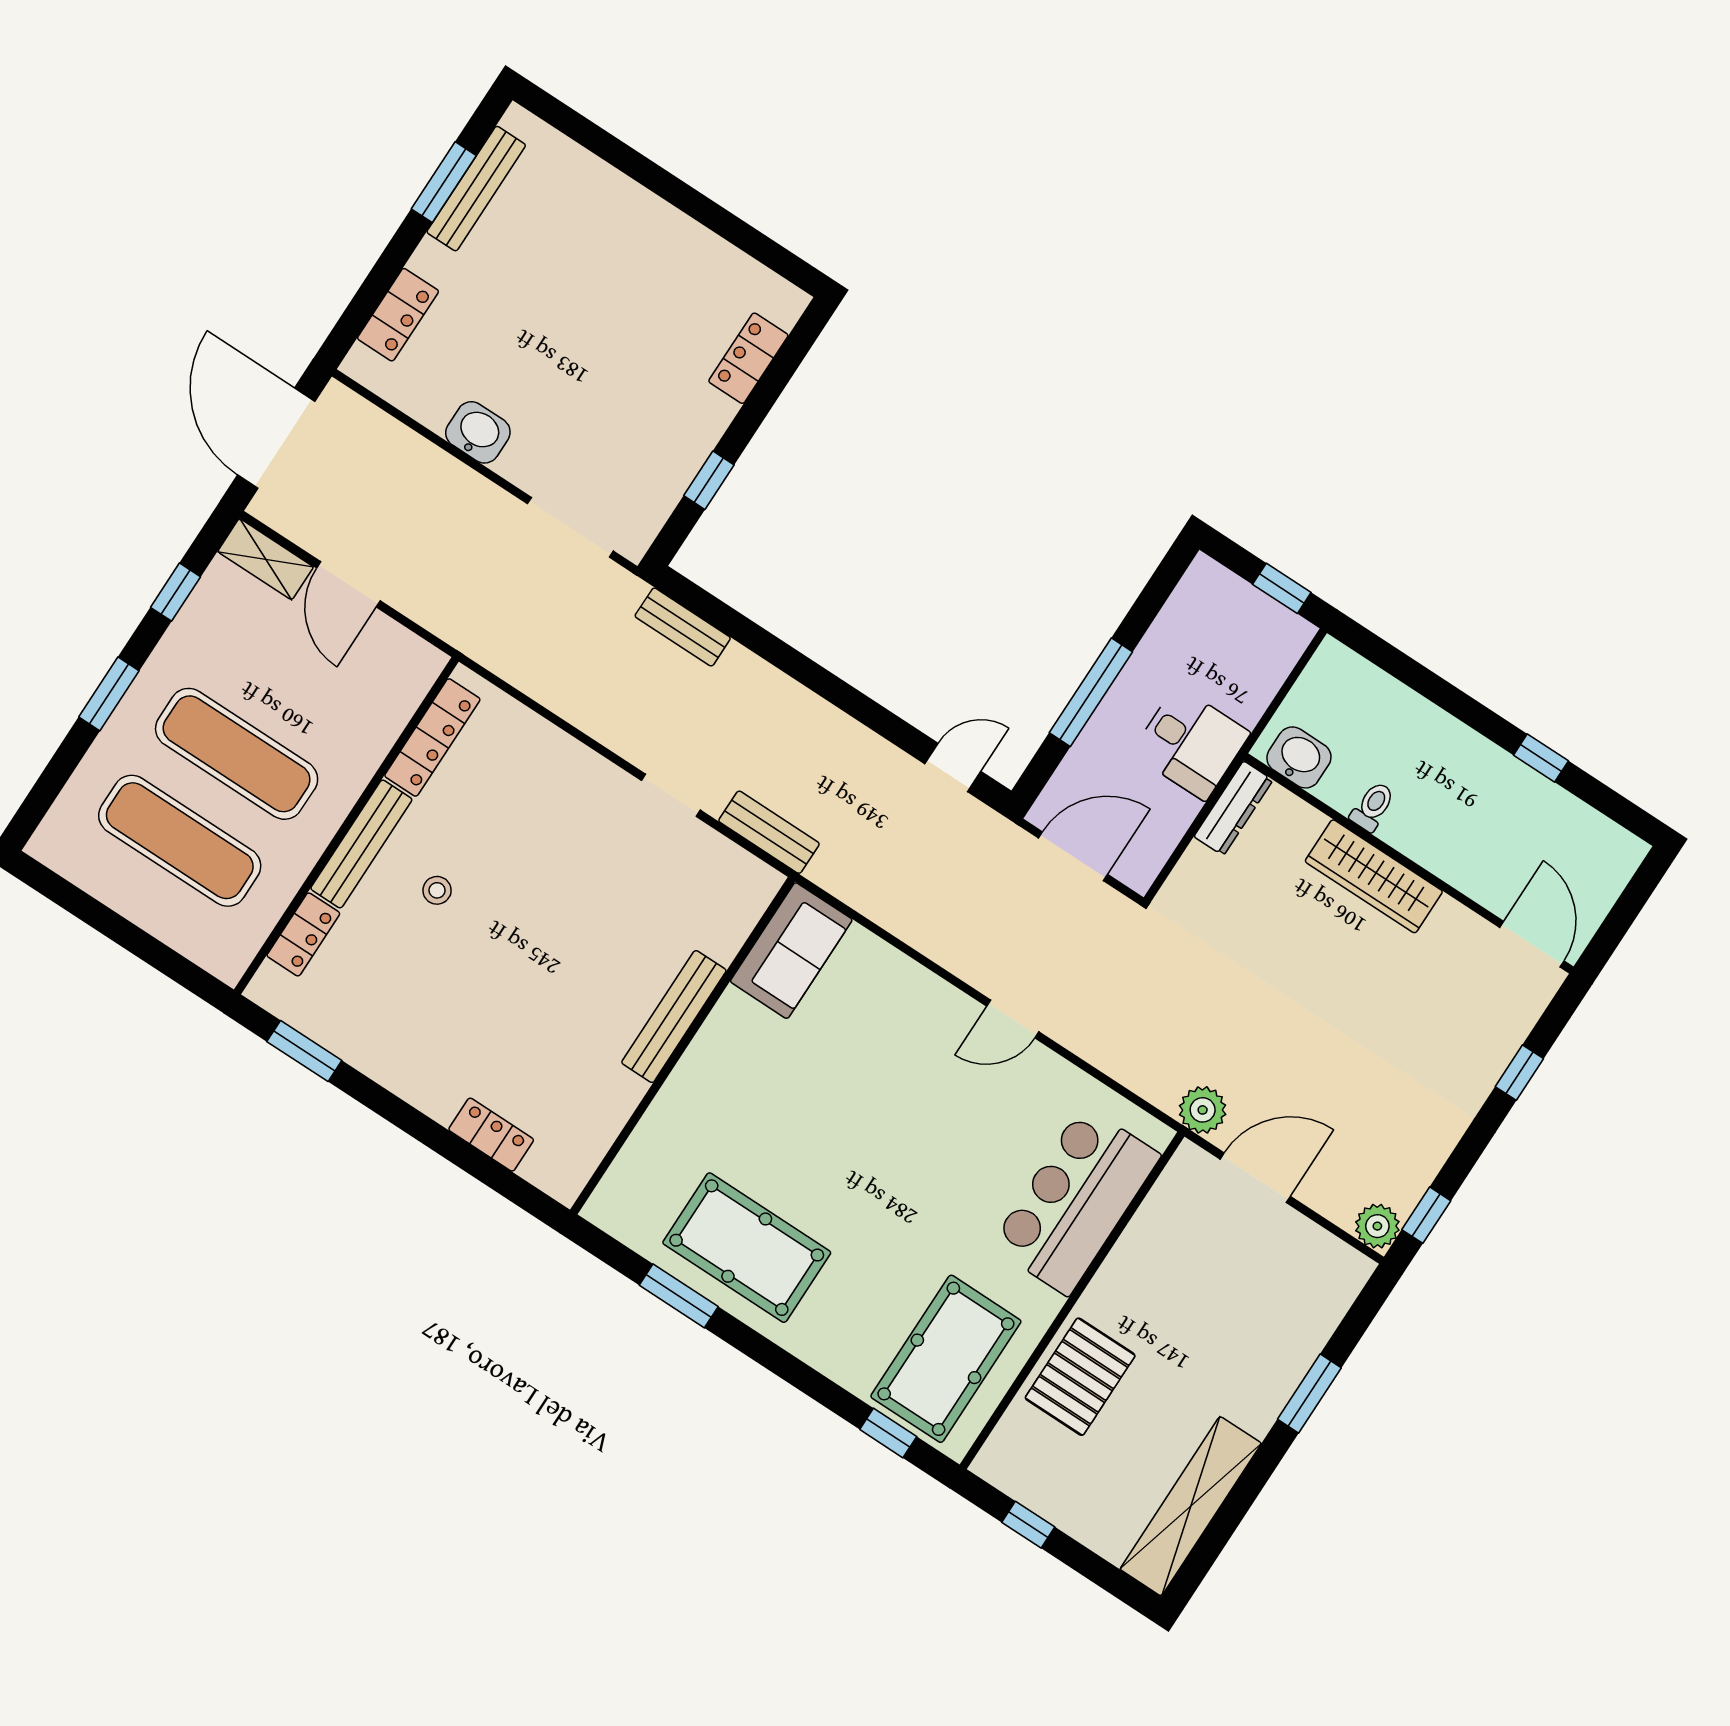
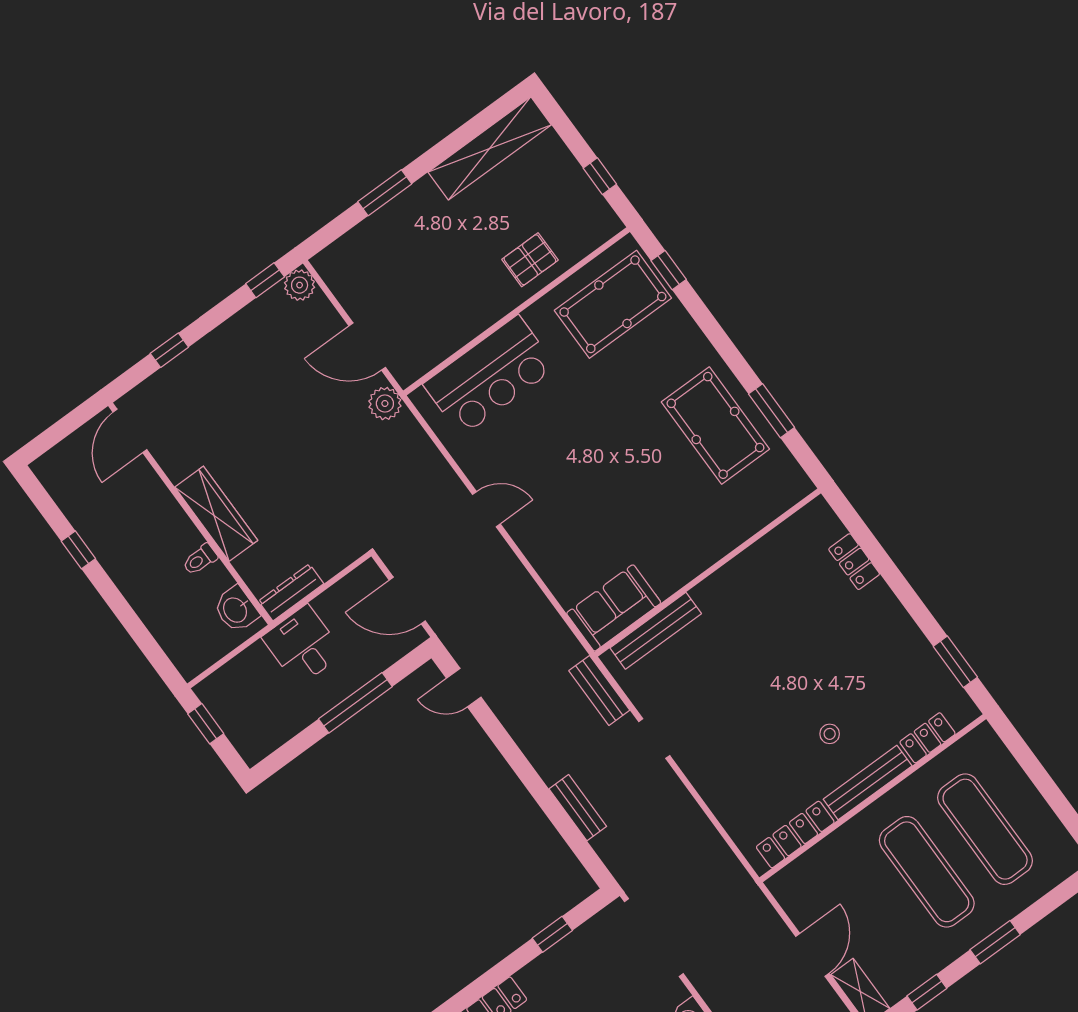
doorway: (570, 527) -> (654, 938), width x1.36
bench: (683, 627) -> (578, 808), moved
bench: (674, 1017) -> (656, 631), moved
pallet: (1080, 1377) -> (530, 260), width x0.67, depth x0.71

